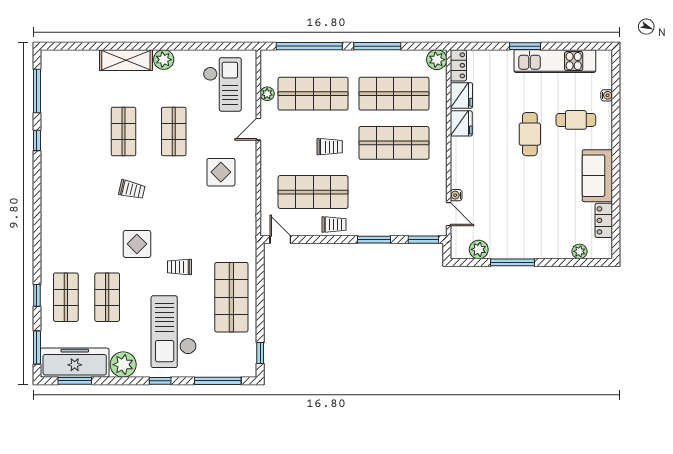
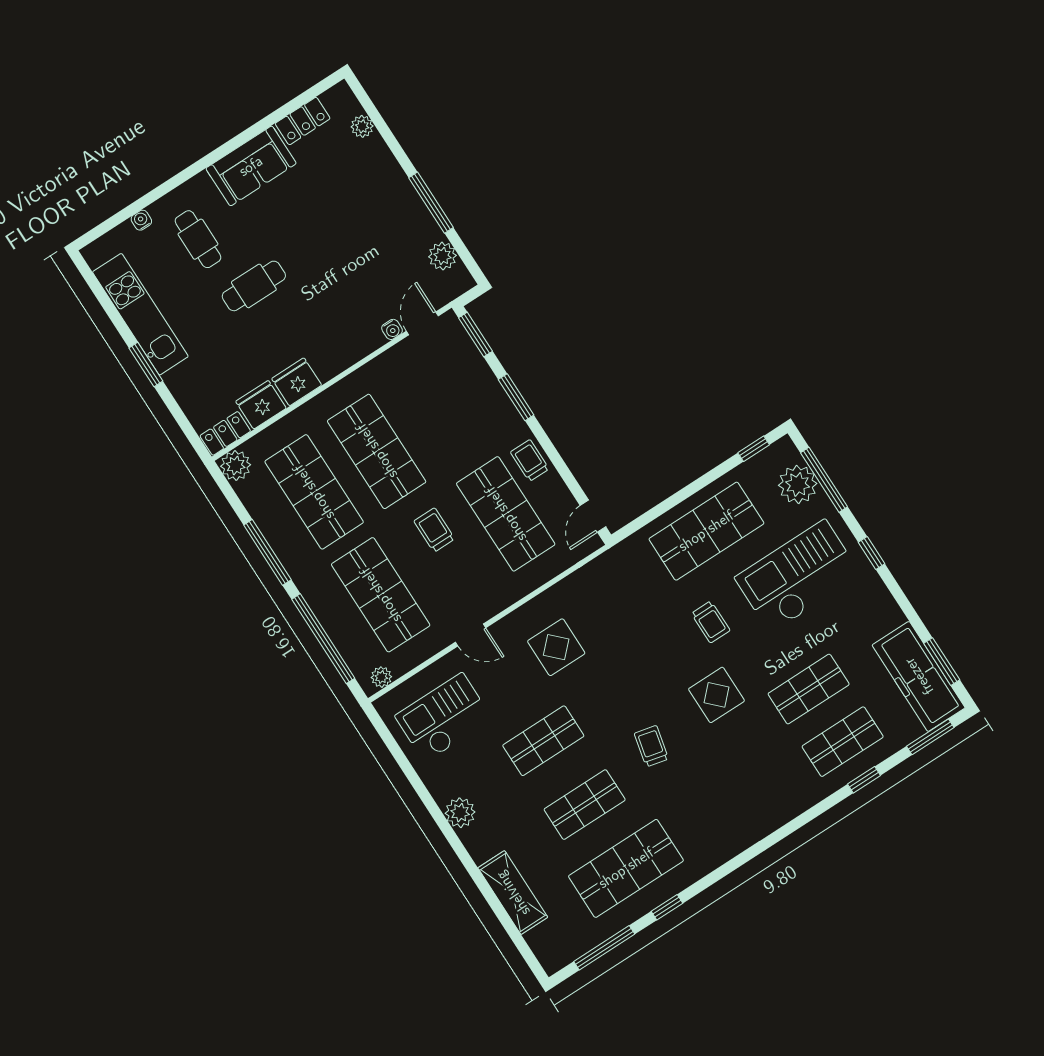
shelving: (126, 60) -> (513, 893), moved
plant: (267, 94) -> (381, 677), moved
shop shelf: (73, 132) -> (626, 868), added
checkout: (174, 332) -> (798, 576), turned 180
plant: (123, 365) -> (798, 484), moved

